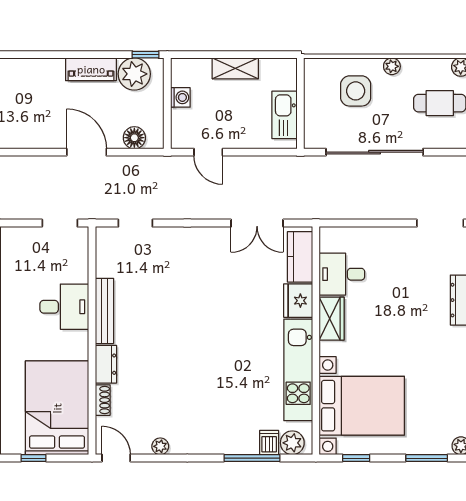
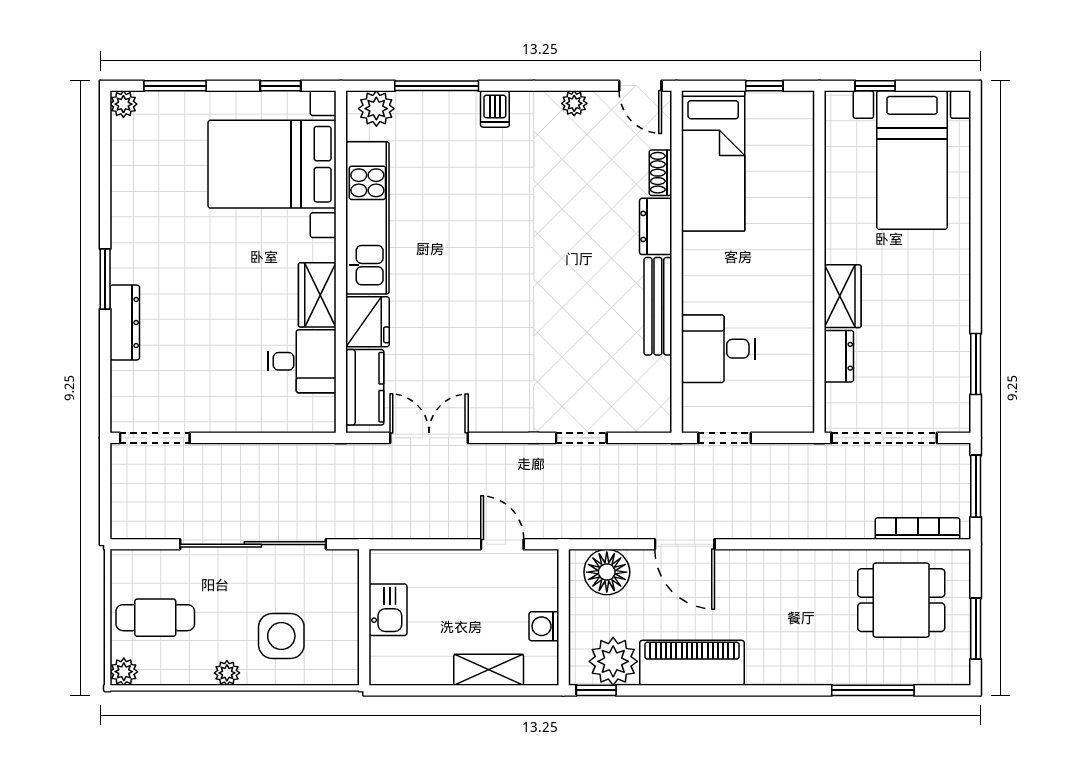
shelving: (235, 68) -> (489, 670), moved
piano: (91, 69) -> (692, 663), width x1.37, depth x1.33
kitchen sink: (284, 115) -> (388, 610), width x0.73
floor lamp: (134, 138) -> (607, 572), width x1.38, depth x1.38
doorway: (135, 223) -> (581, 438), moved
desk: (64, 307) -> (718, 349), moved
bed: (57, 408) -> (713, 161), width x0.67
dishwasher: (269, 443) -> (495, 109), moved

